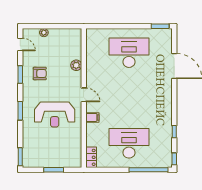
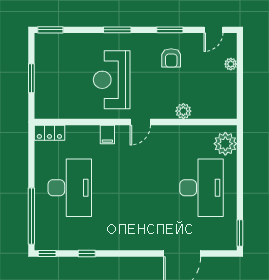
plant: (99, 36) -> (225, 144), added

